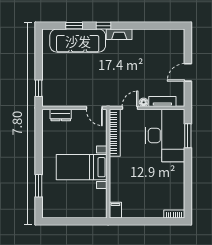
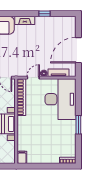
window: (103, 26) -> (45, 14), moved
door: (188, 72) -> (78, 50), width x1.87
window: (188, 136) -> (78, 125), moved

